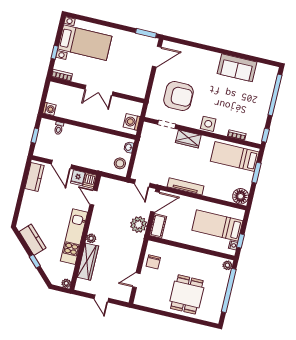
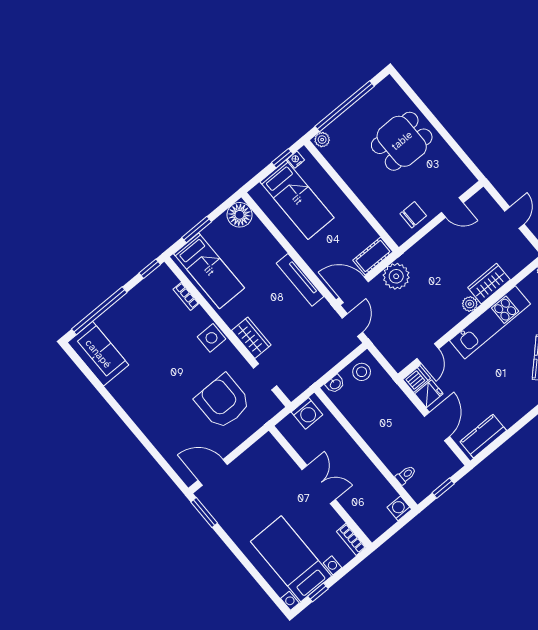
window: (55, 52) -> (318, 592), moved
sofa: (237, 68) -> (98, 354), moved
wardrobe: (88, 262) -> (489, 284), width x0.67

